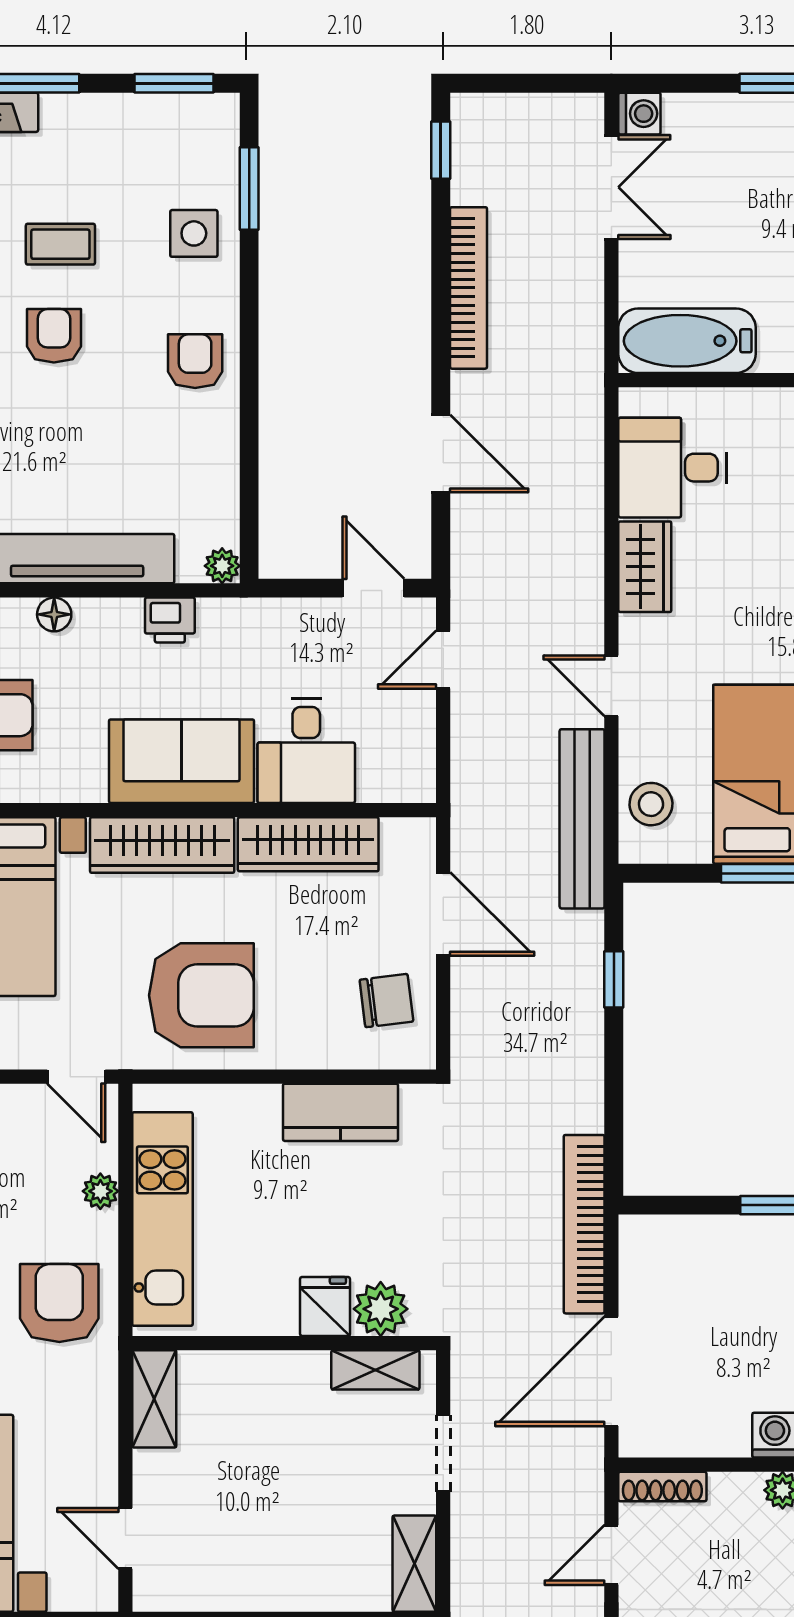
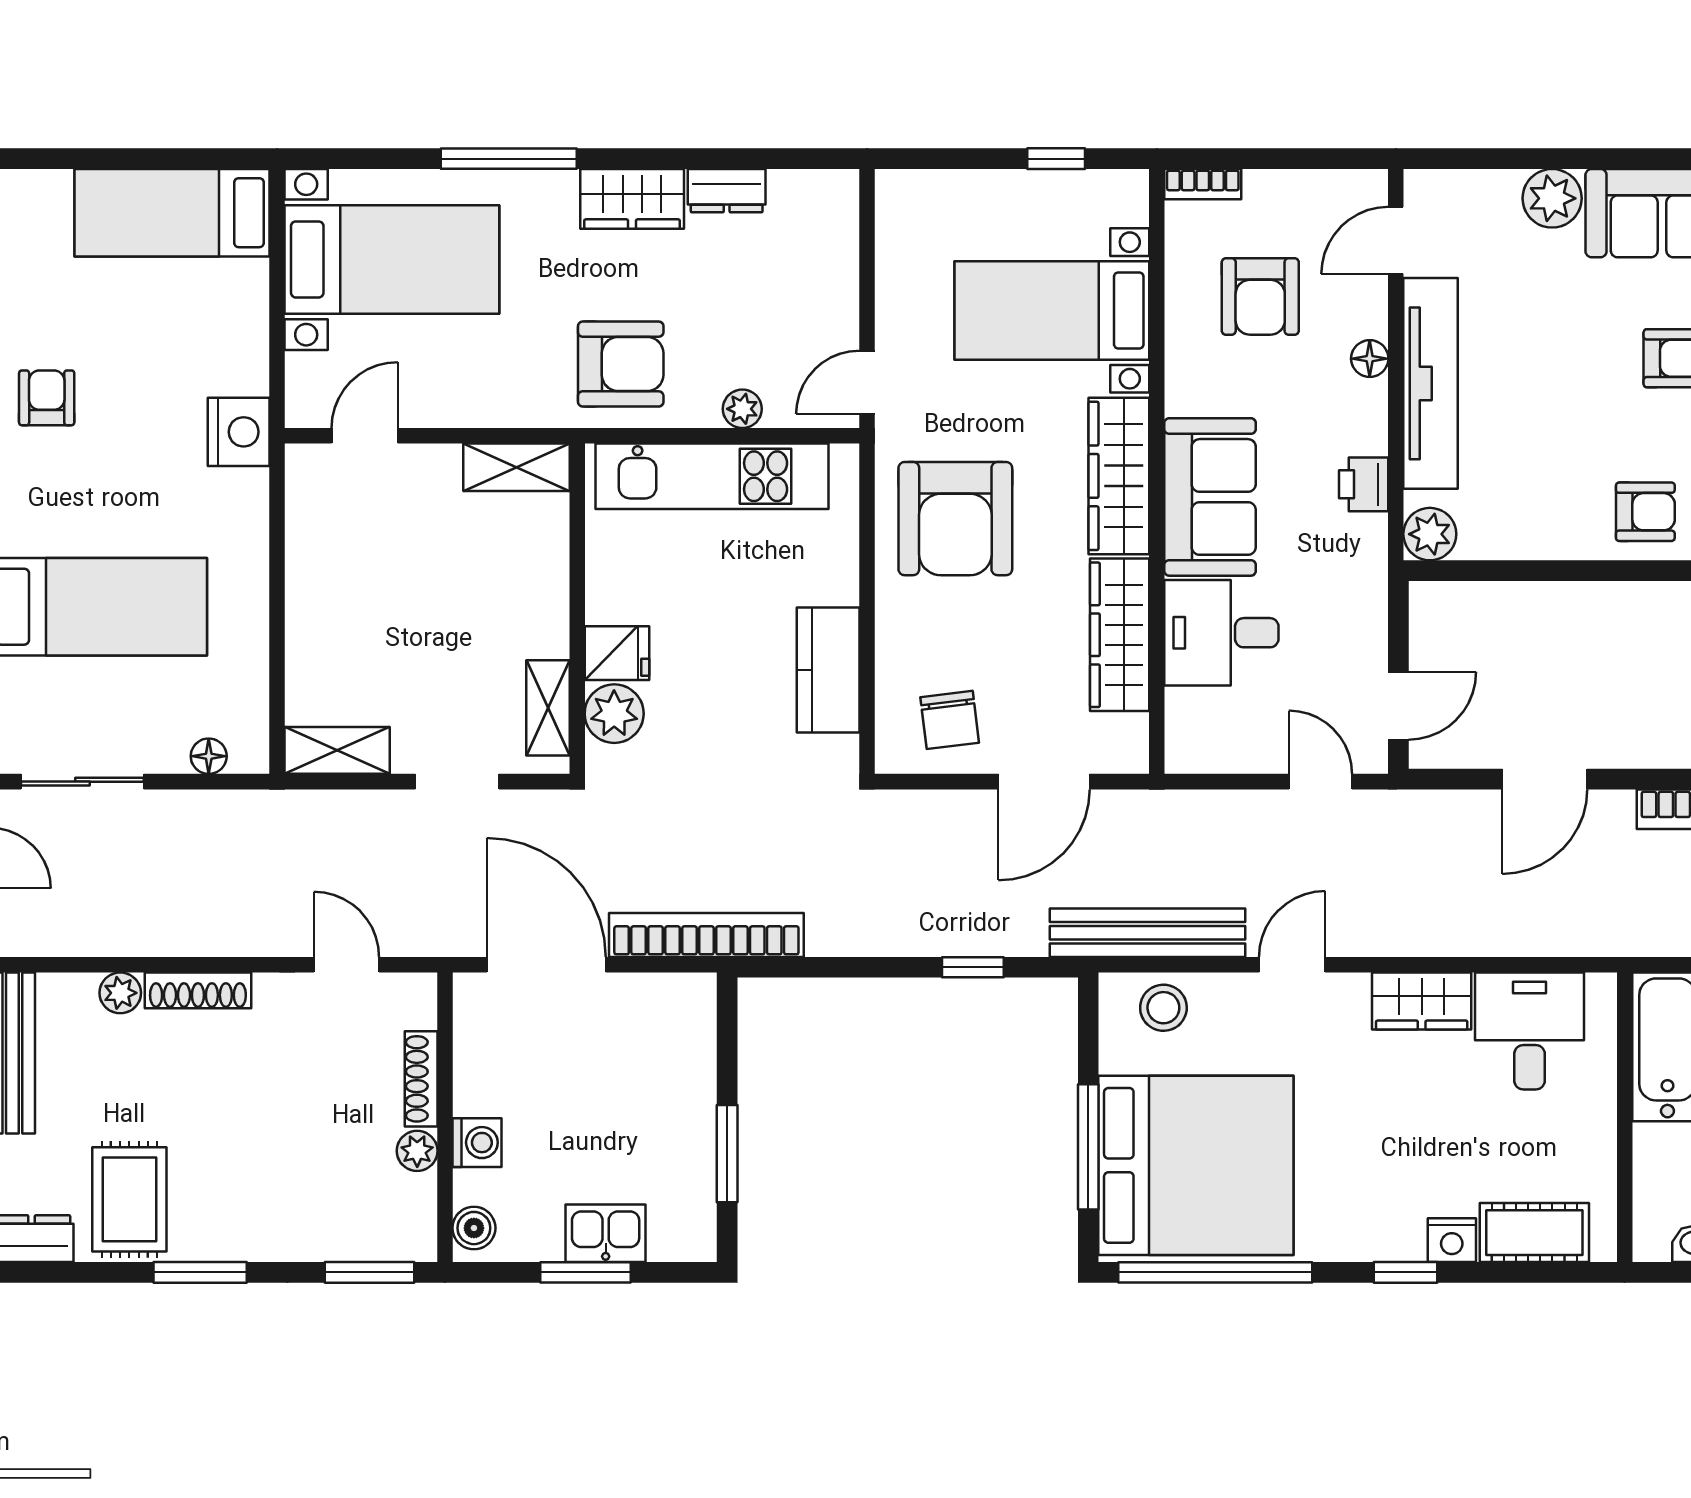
plant: (222, 566) -> (1430, 534), width x1.38, depth x1.38
shoe rack: (662, 1487) -> (421, 1079), moved

